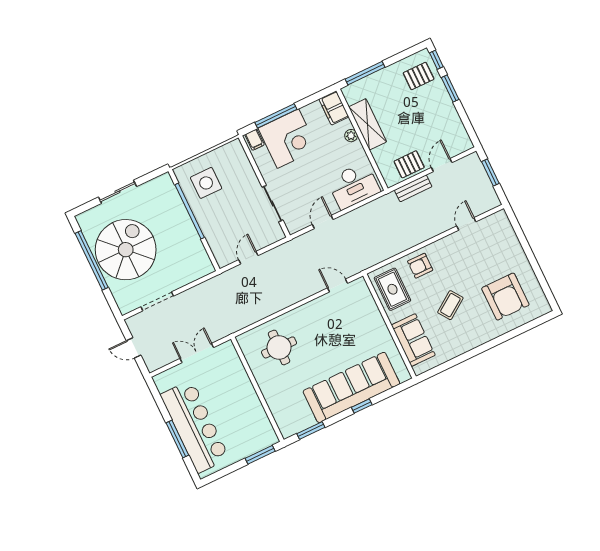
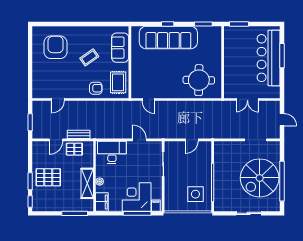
pallet: (419, 76) -> (48, 177), moved, width x1.50, depth x1.42
door: (323, 222) -> (140, 140), swing flipped
round table: (279, 347) -> (199, 80), width x1.36, depth x1.36

